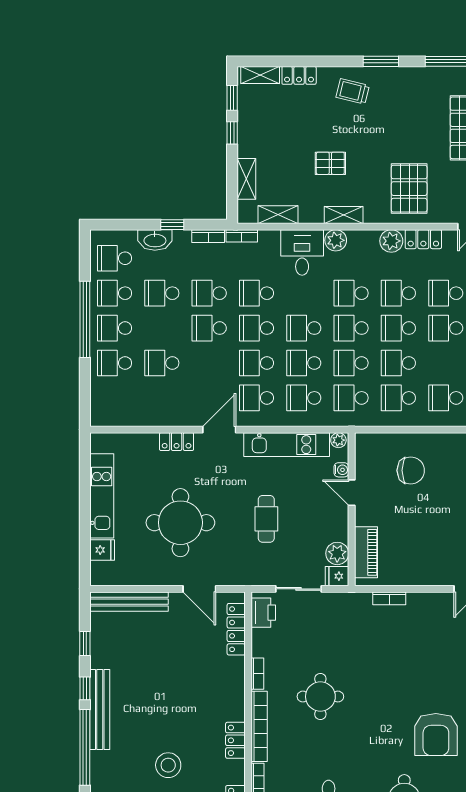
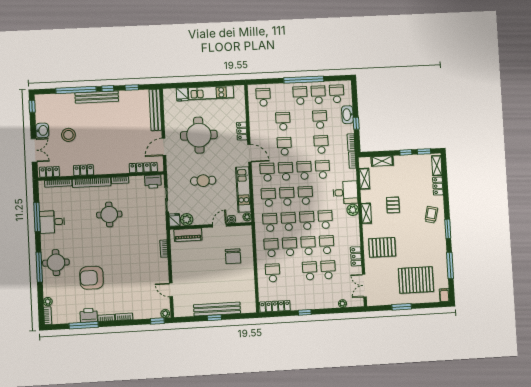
plant: (391, 241) -> (354, 239), removed
school desk: (209, 328) -> (284, 146), moved
school desk: (115, 363) -> (263, 97), moved

